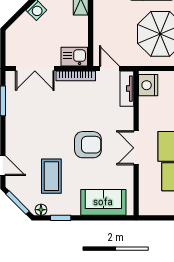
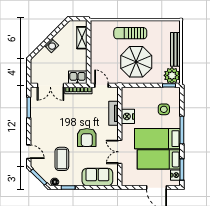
nightstand: (148, 85) -> (128, 116), moved
tv unit: (127, 89) -> (113, 113), moved
armchair: (88, 145) -> (87, 137), turned 90
double door: (136, 148) -> (120, 152), moved

